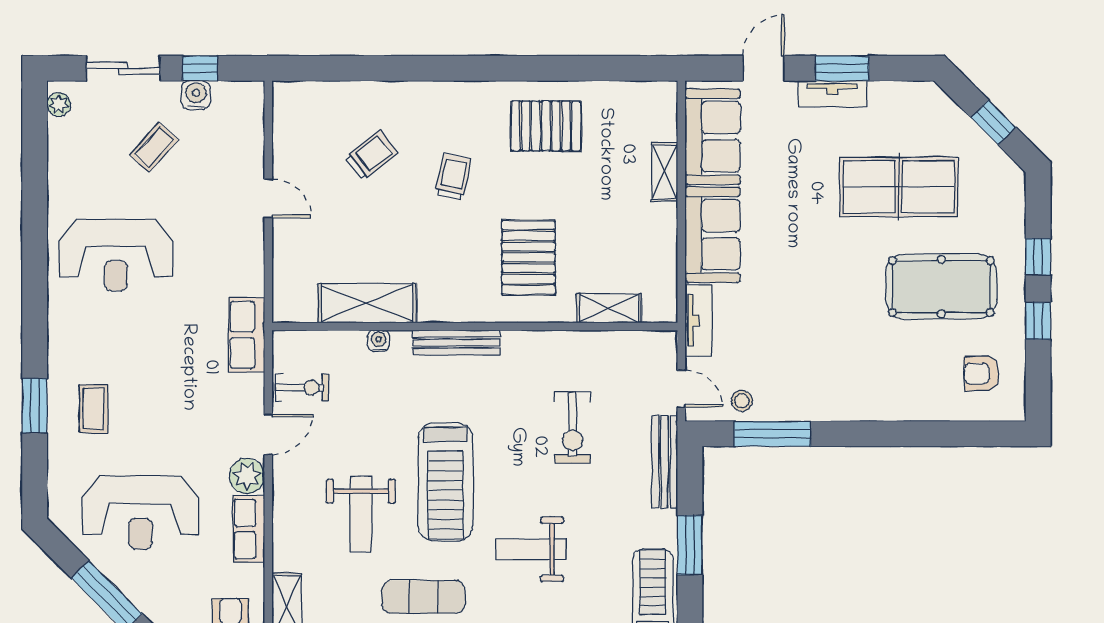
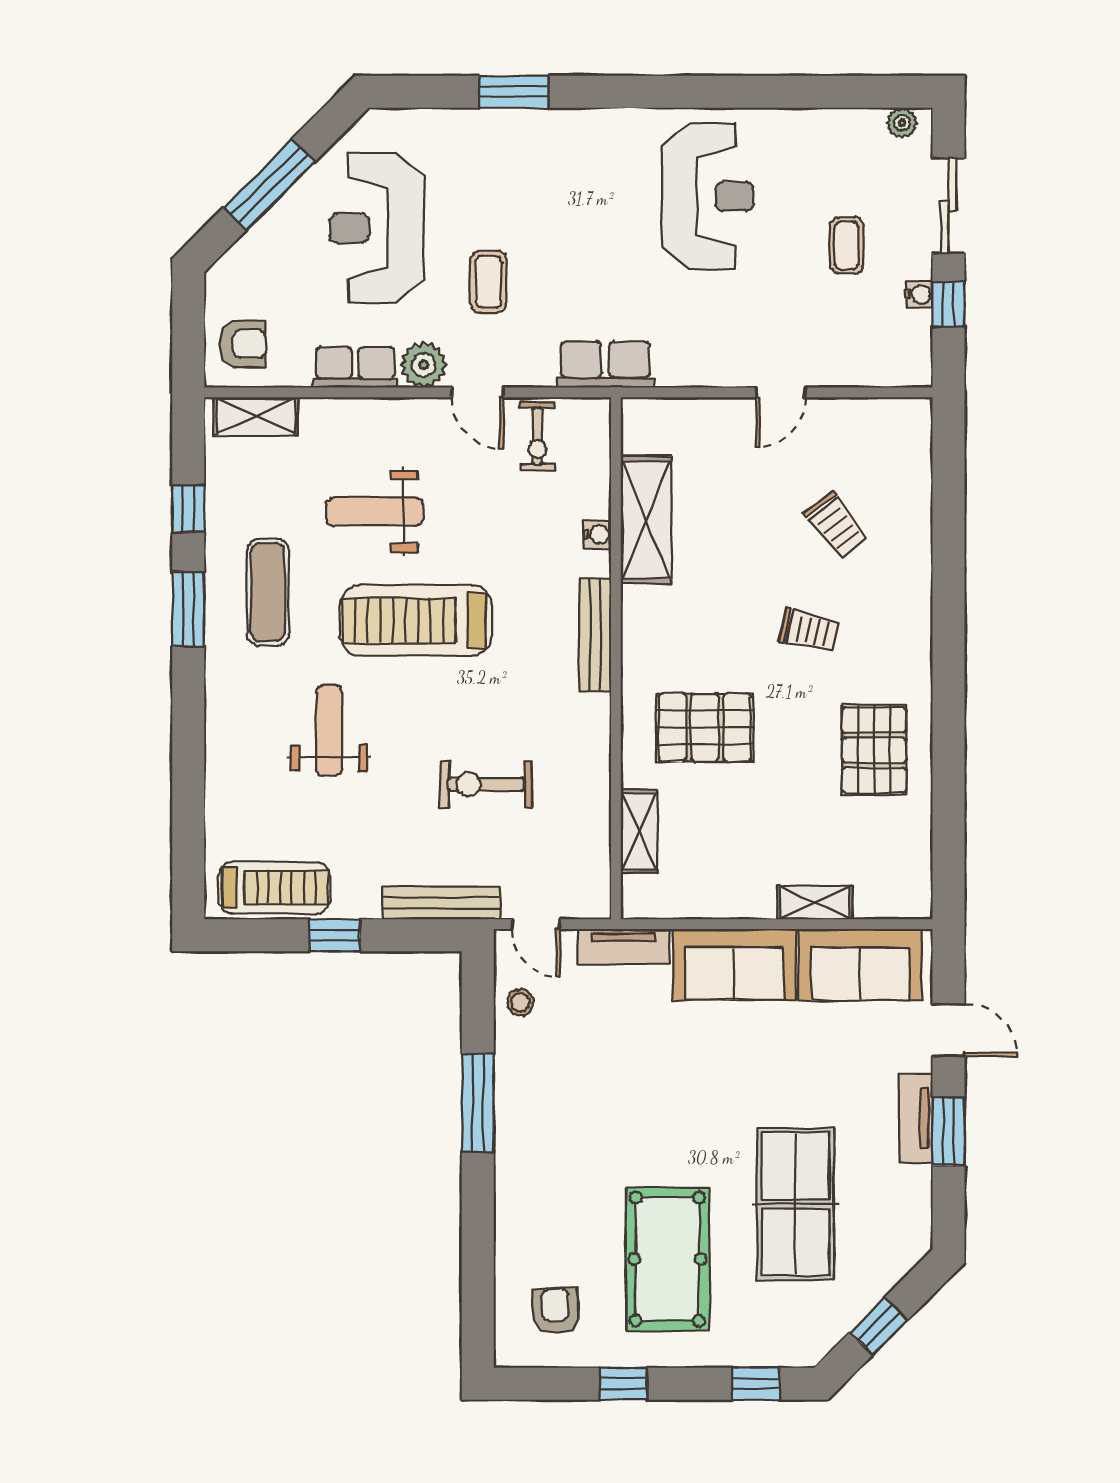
water cooler: (196, 95) -> (919, 294), width x0.72, depth x0.72
coffee table: (154, 147) -> (847, 245), turned 48
reception desk: (116, 255) -> (708, 196), turned 180
window: (1038, 257) -> (756, 1384), moved
door: (681, 389) -> (536, 924), hinge flipped
coffee table: (94, 409) -> (488, 282), moved, turned 90
window: (772, 434) -> (478, 1103), moved
window: (690, 545) -> (335, 935), width x0.67

